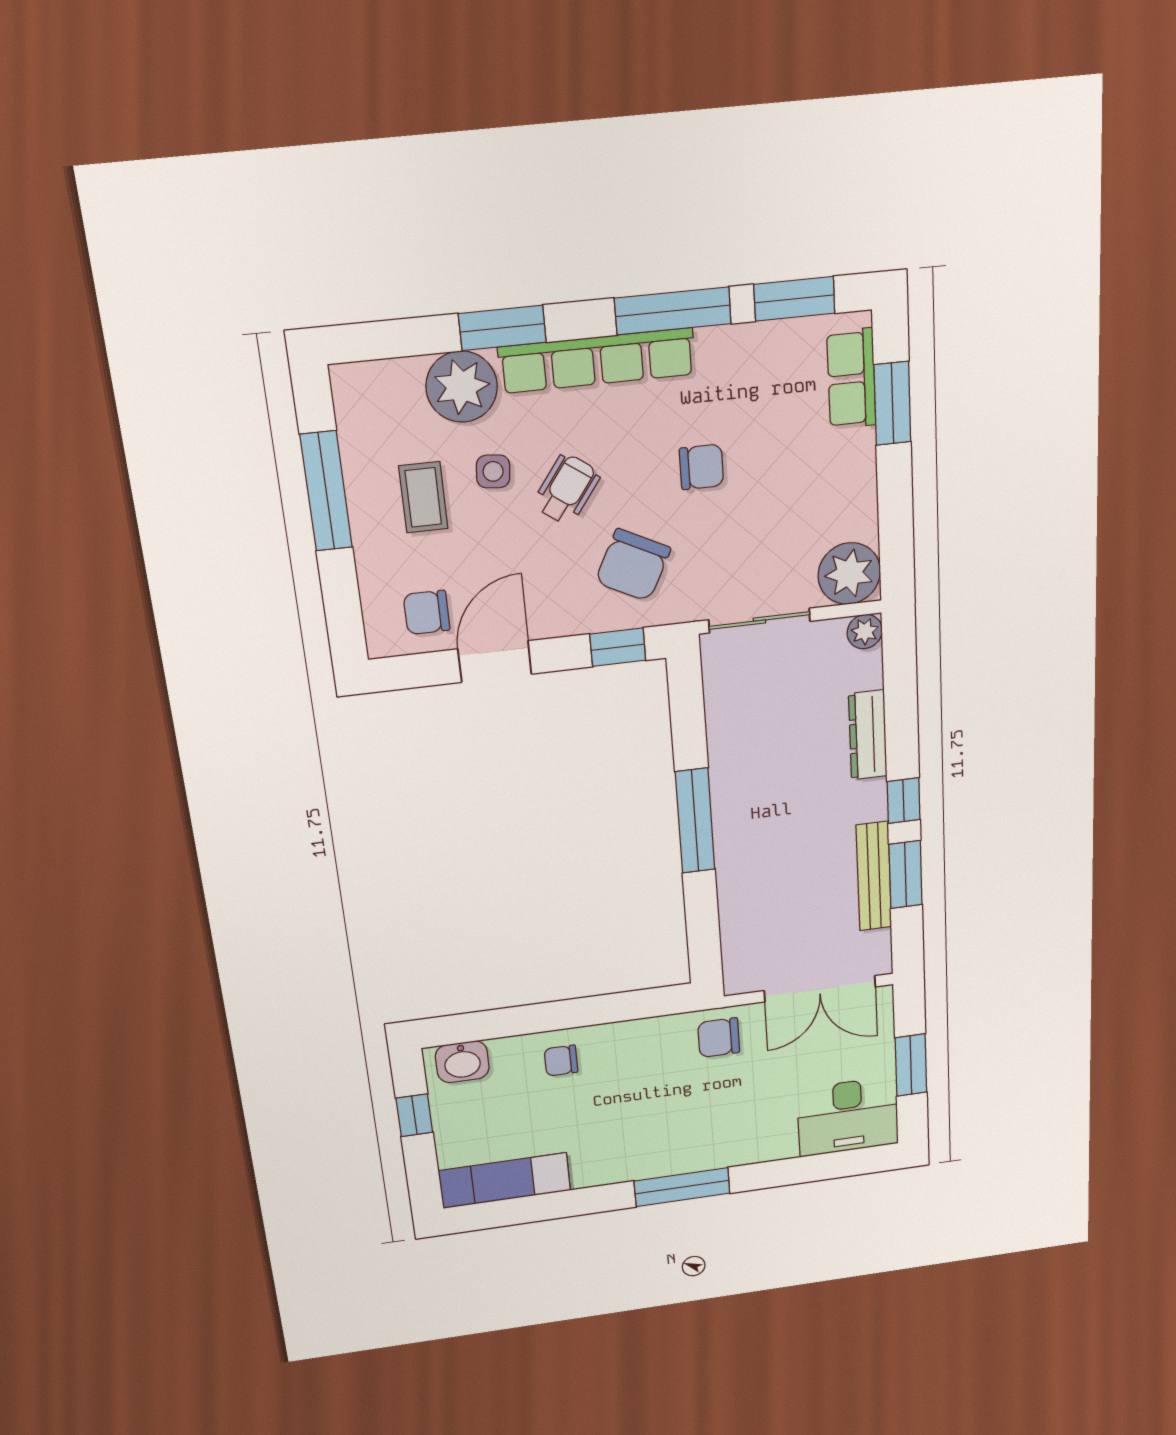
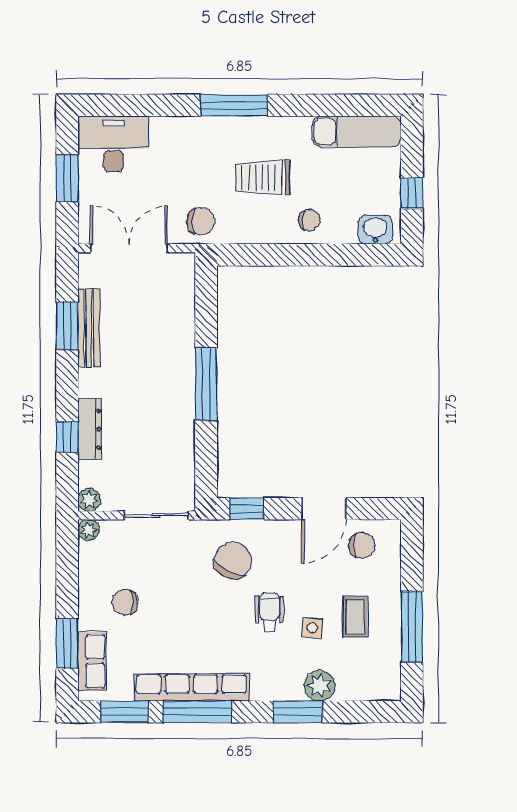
row of seats: (597, 361) -> (191, 687), moved
plant: (462, 387) -> (320, 686), width x0.73, depth x0.73
chair: (701, 467) -> (125, 602), moved
wheelchair: (567, 489) -> (269, 612), turned 144
plant: (849, 574) -> (88, 530), width x0.53, depth x0.53
window: (904, 801) -> (67, 437), moved
trolley: (634, 1105) -> (262, 177), added

